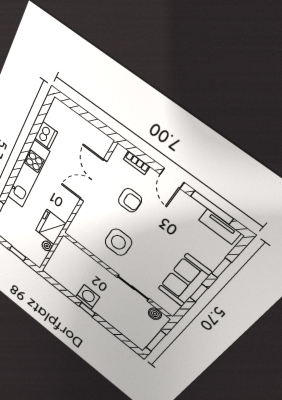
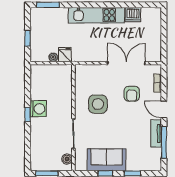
door: (172, 178) -> (164, 109), hinge flipped
fridge: (50, 227) -> (65, 55), width x0.53, depth x0.75
tv unit: (220, 227) -> (156, 133), moved

